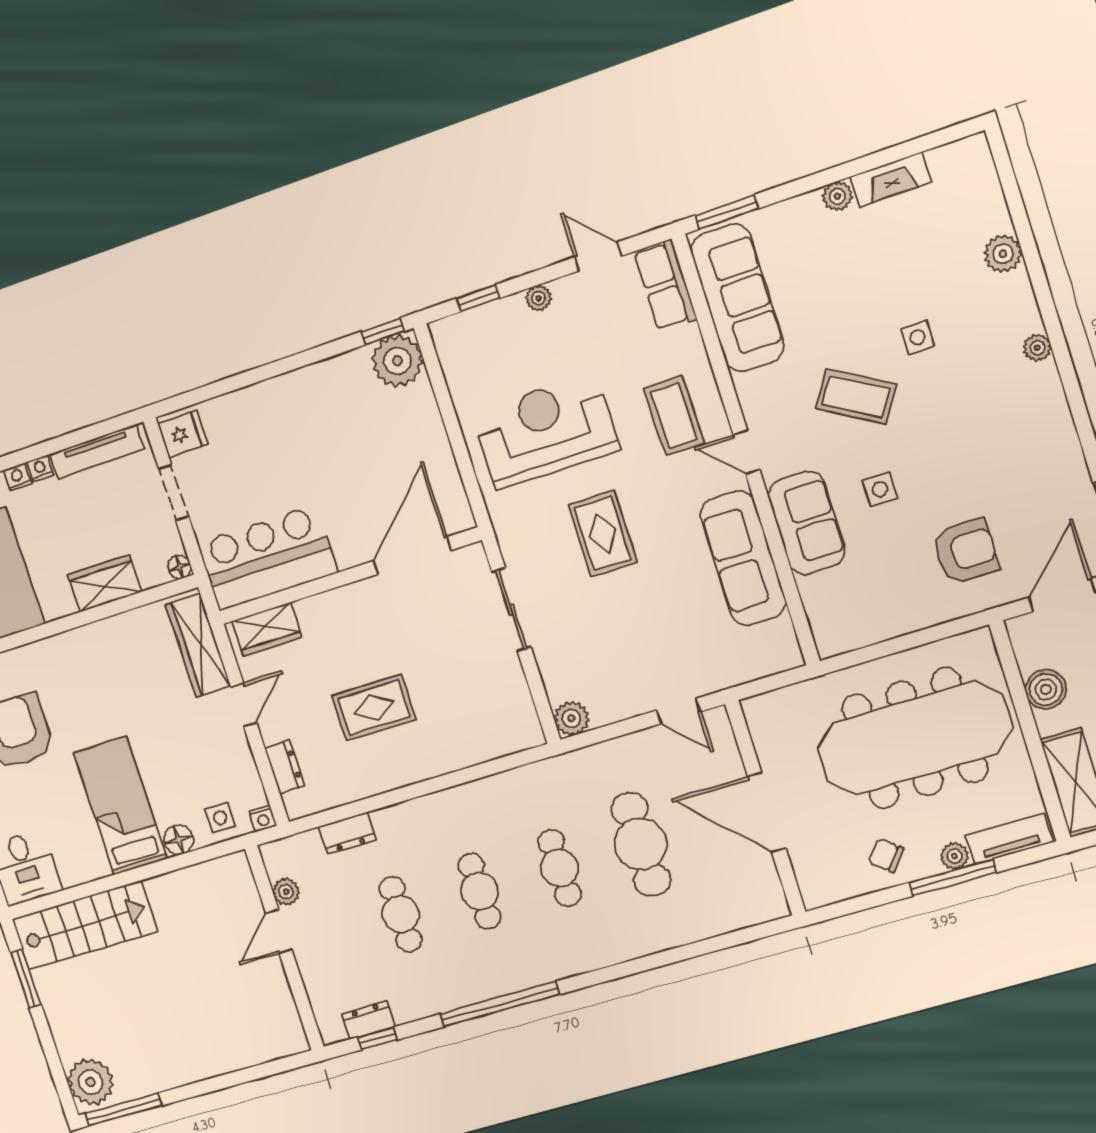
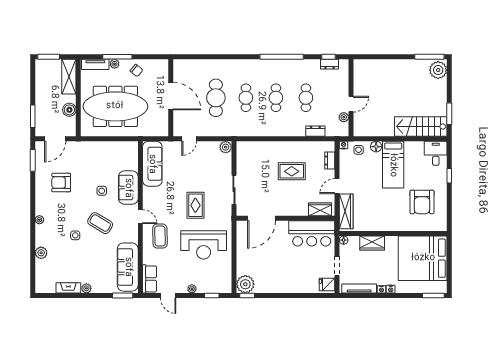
armchair: (965, 551) -> (61, 183), moved
sofa: (743, 558) -> (152, 164), moved
door: (678, 711) -> (189, 139), swing flipped

